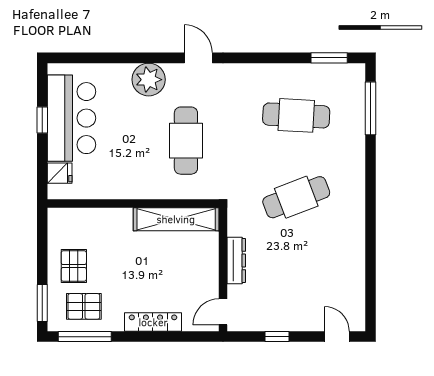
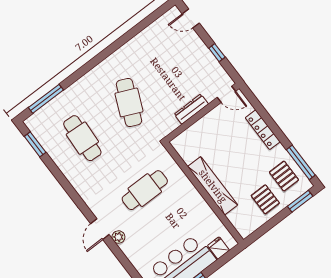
door: (198, 58) -> (100, 229), moved
plant: (149, 80) -> (118, 237), width x0.53, depth x0.53
cafe table: (296, 197) -> (129, 102), turned 45
shelving: (176, 219) -> (213, 186), moved
pallet: (74, 266) -> (265, 199), turned 90
door: (337, 337) -> (191, 18), hinge flipped

